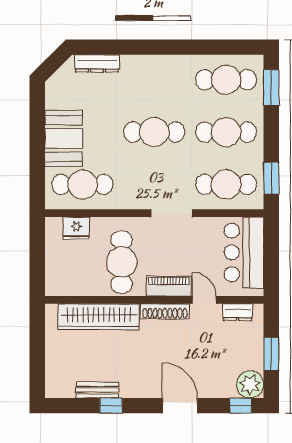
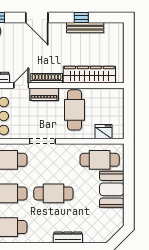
dresser: (97, 63) -> (68, 238), moved
door: (204, 300) -> (21, 85), swing flipped
bench: (97, 390) -> (85, 28), width x1.36

